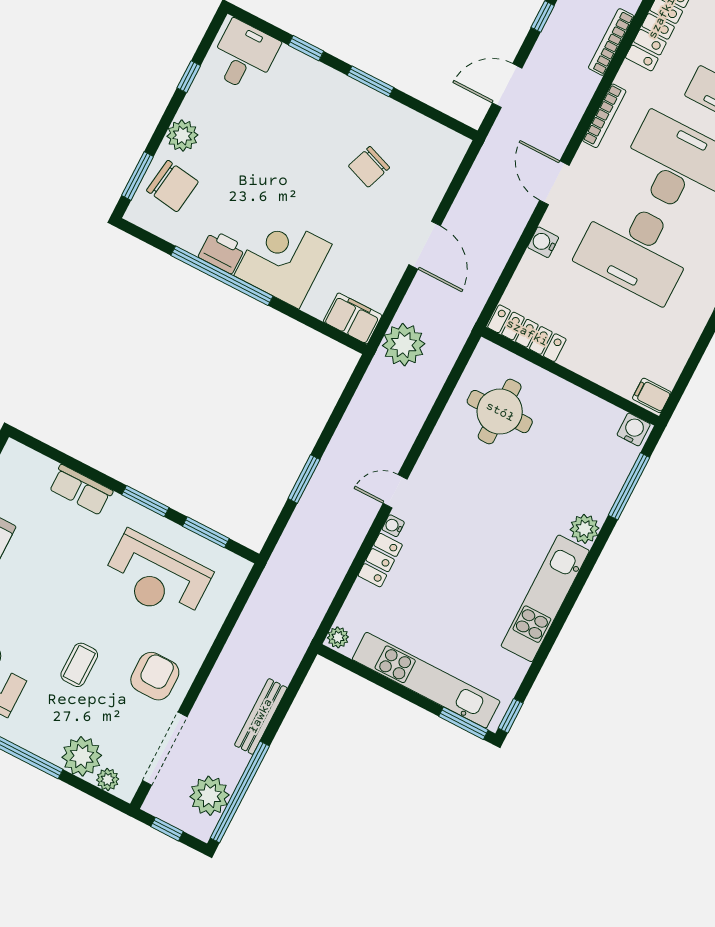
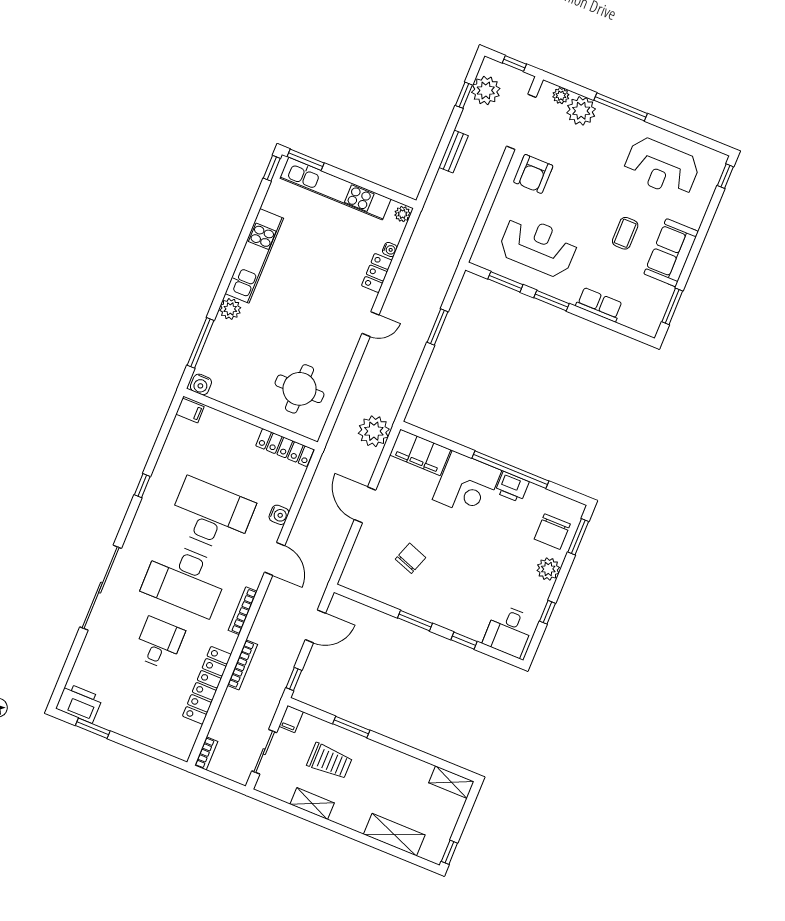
chair: (172, 186) -> (552, 532), turned -98
filing cabinet: (353, 318) -> (420, 452), width x1.50, depth x1.17
water cooler: (393, 526) -> (390, 249), moved
coffee table: (79, 665) -> (625, 233), moved
bench: (261, 716) -> (453, 151), width x0.73
window: (240, 792) -> (464, 95), width x0.32

